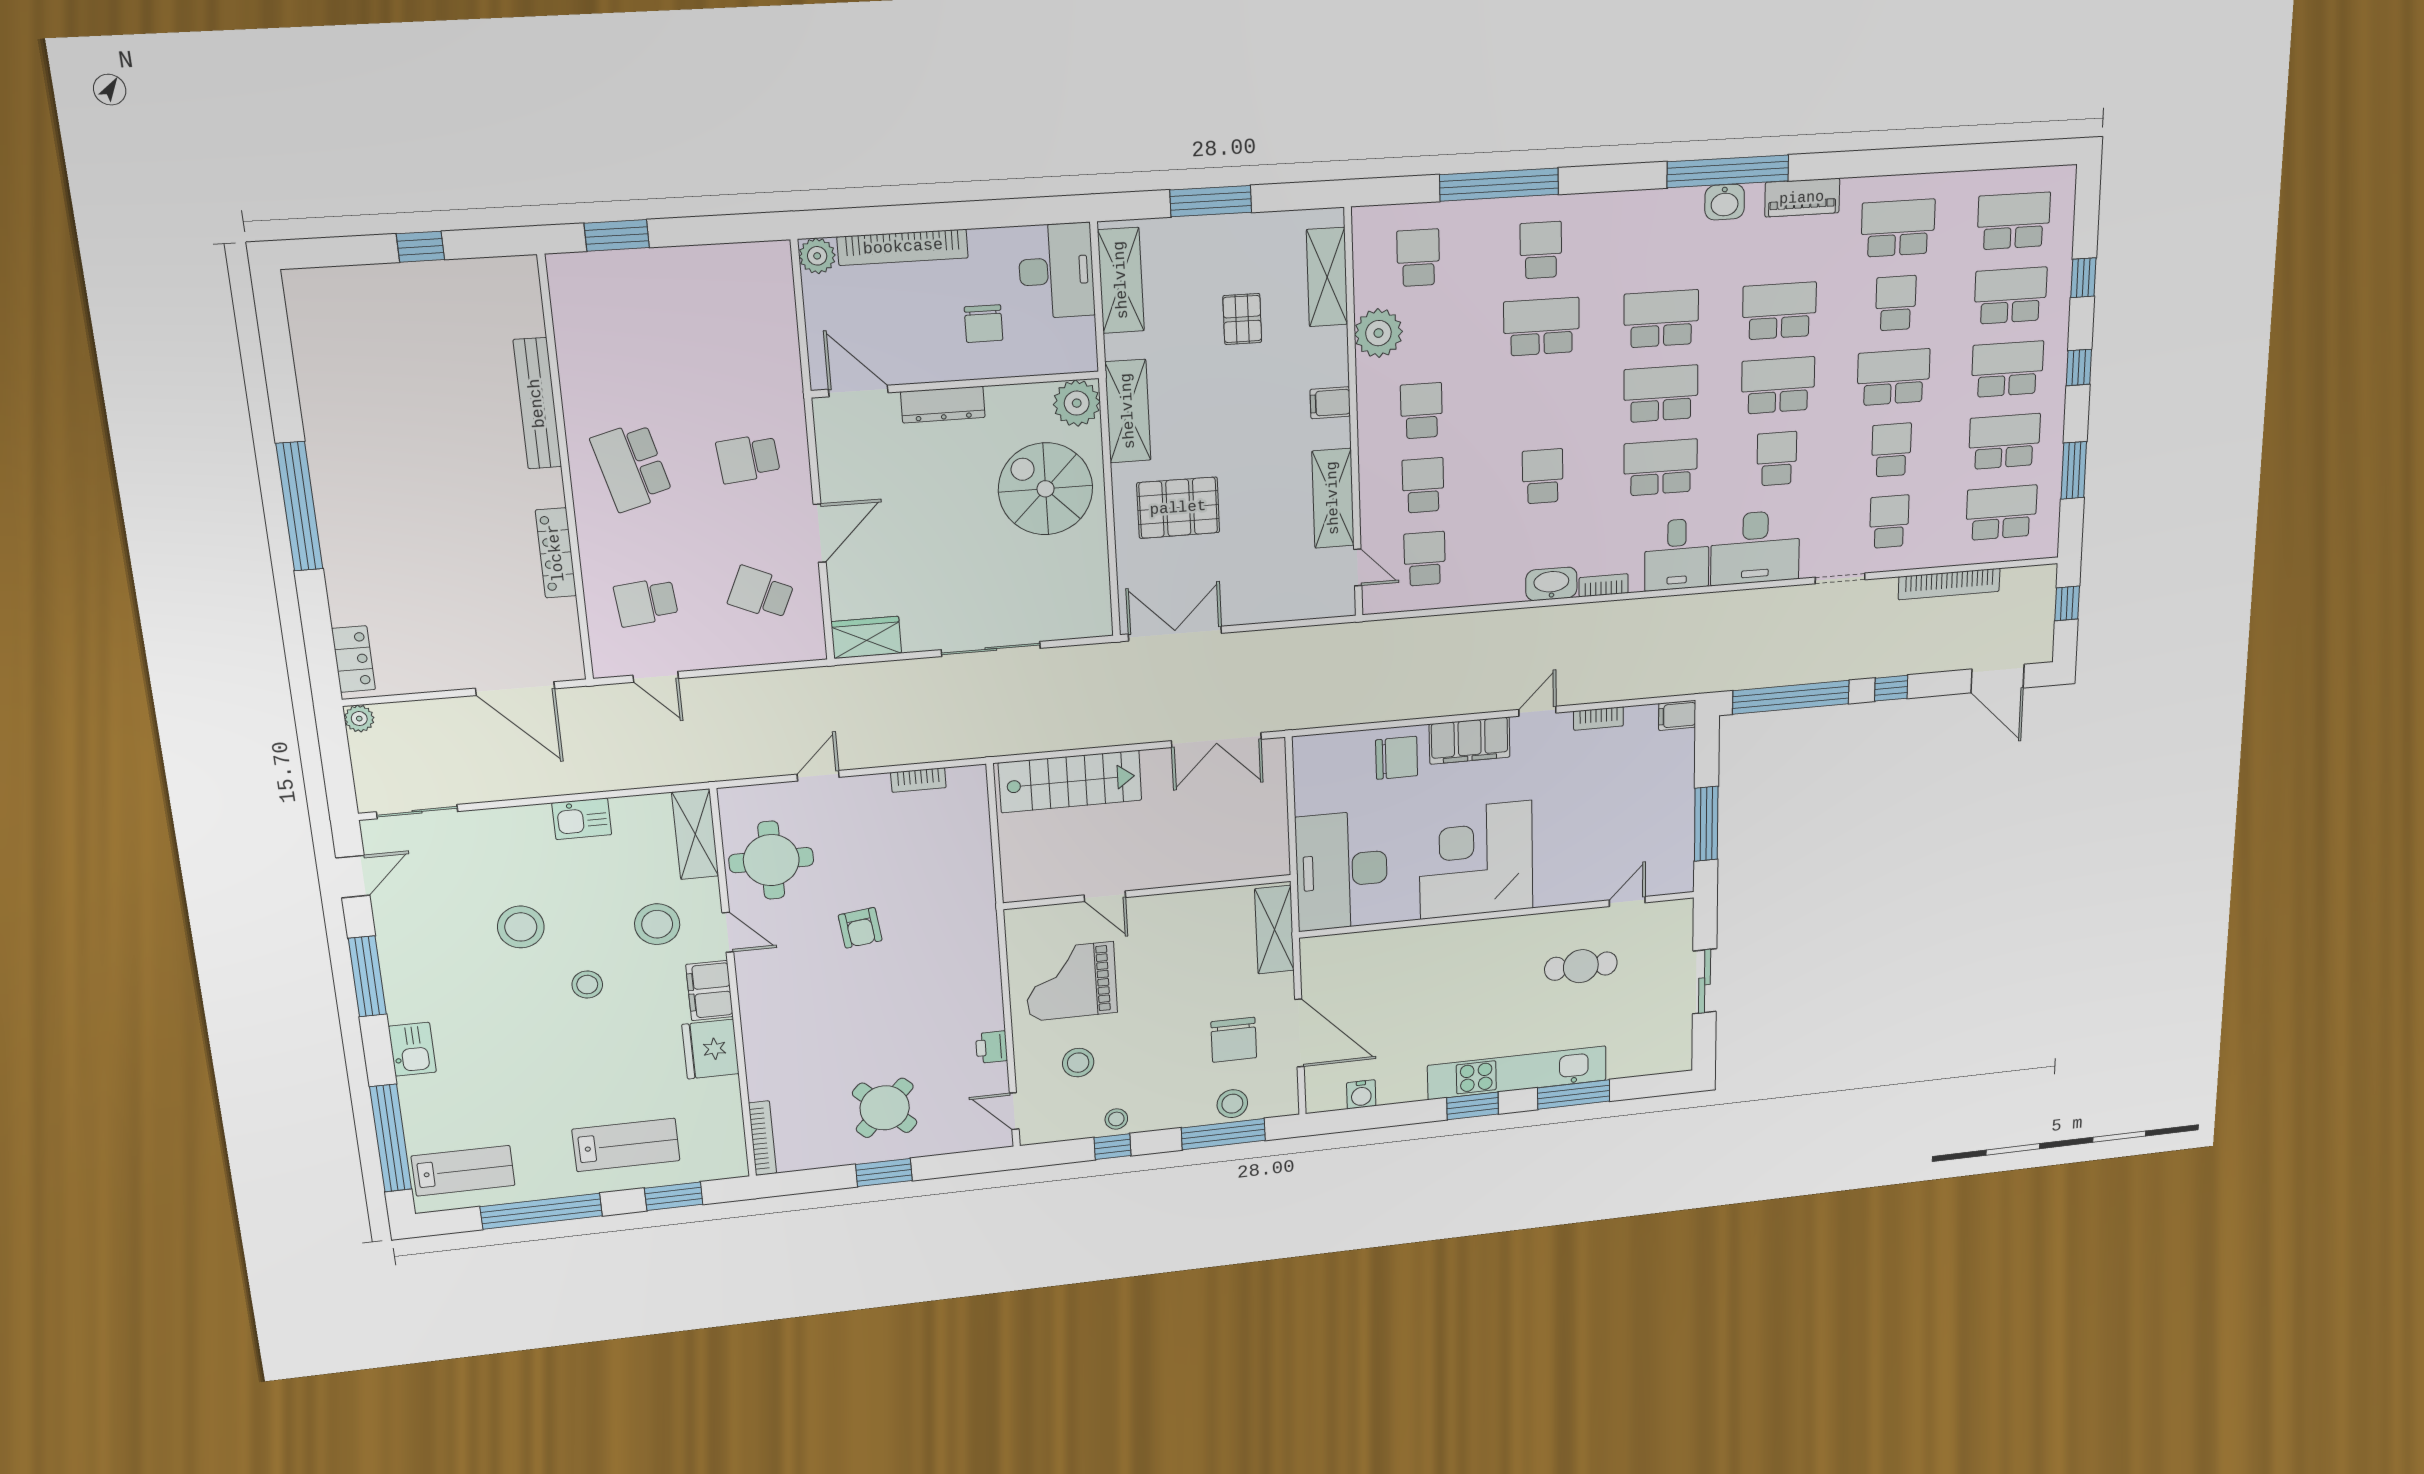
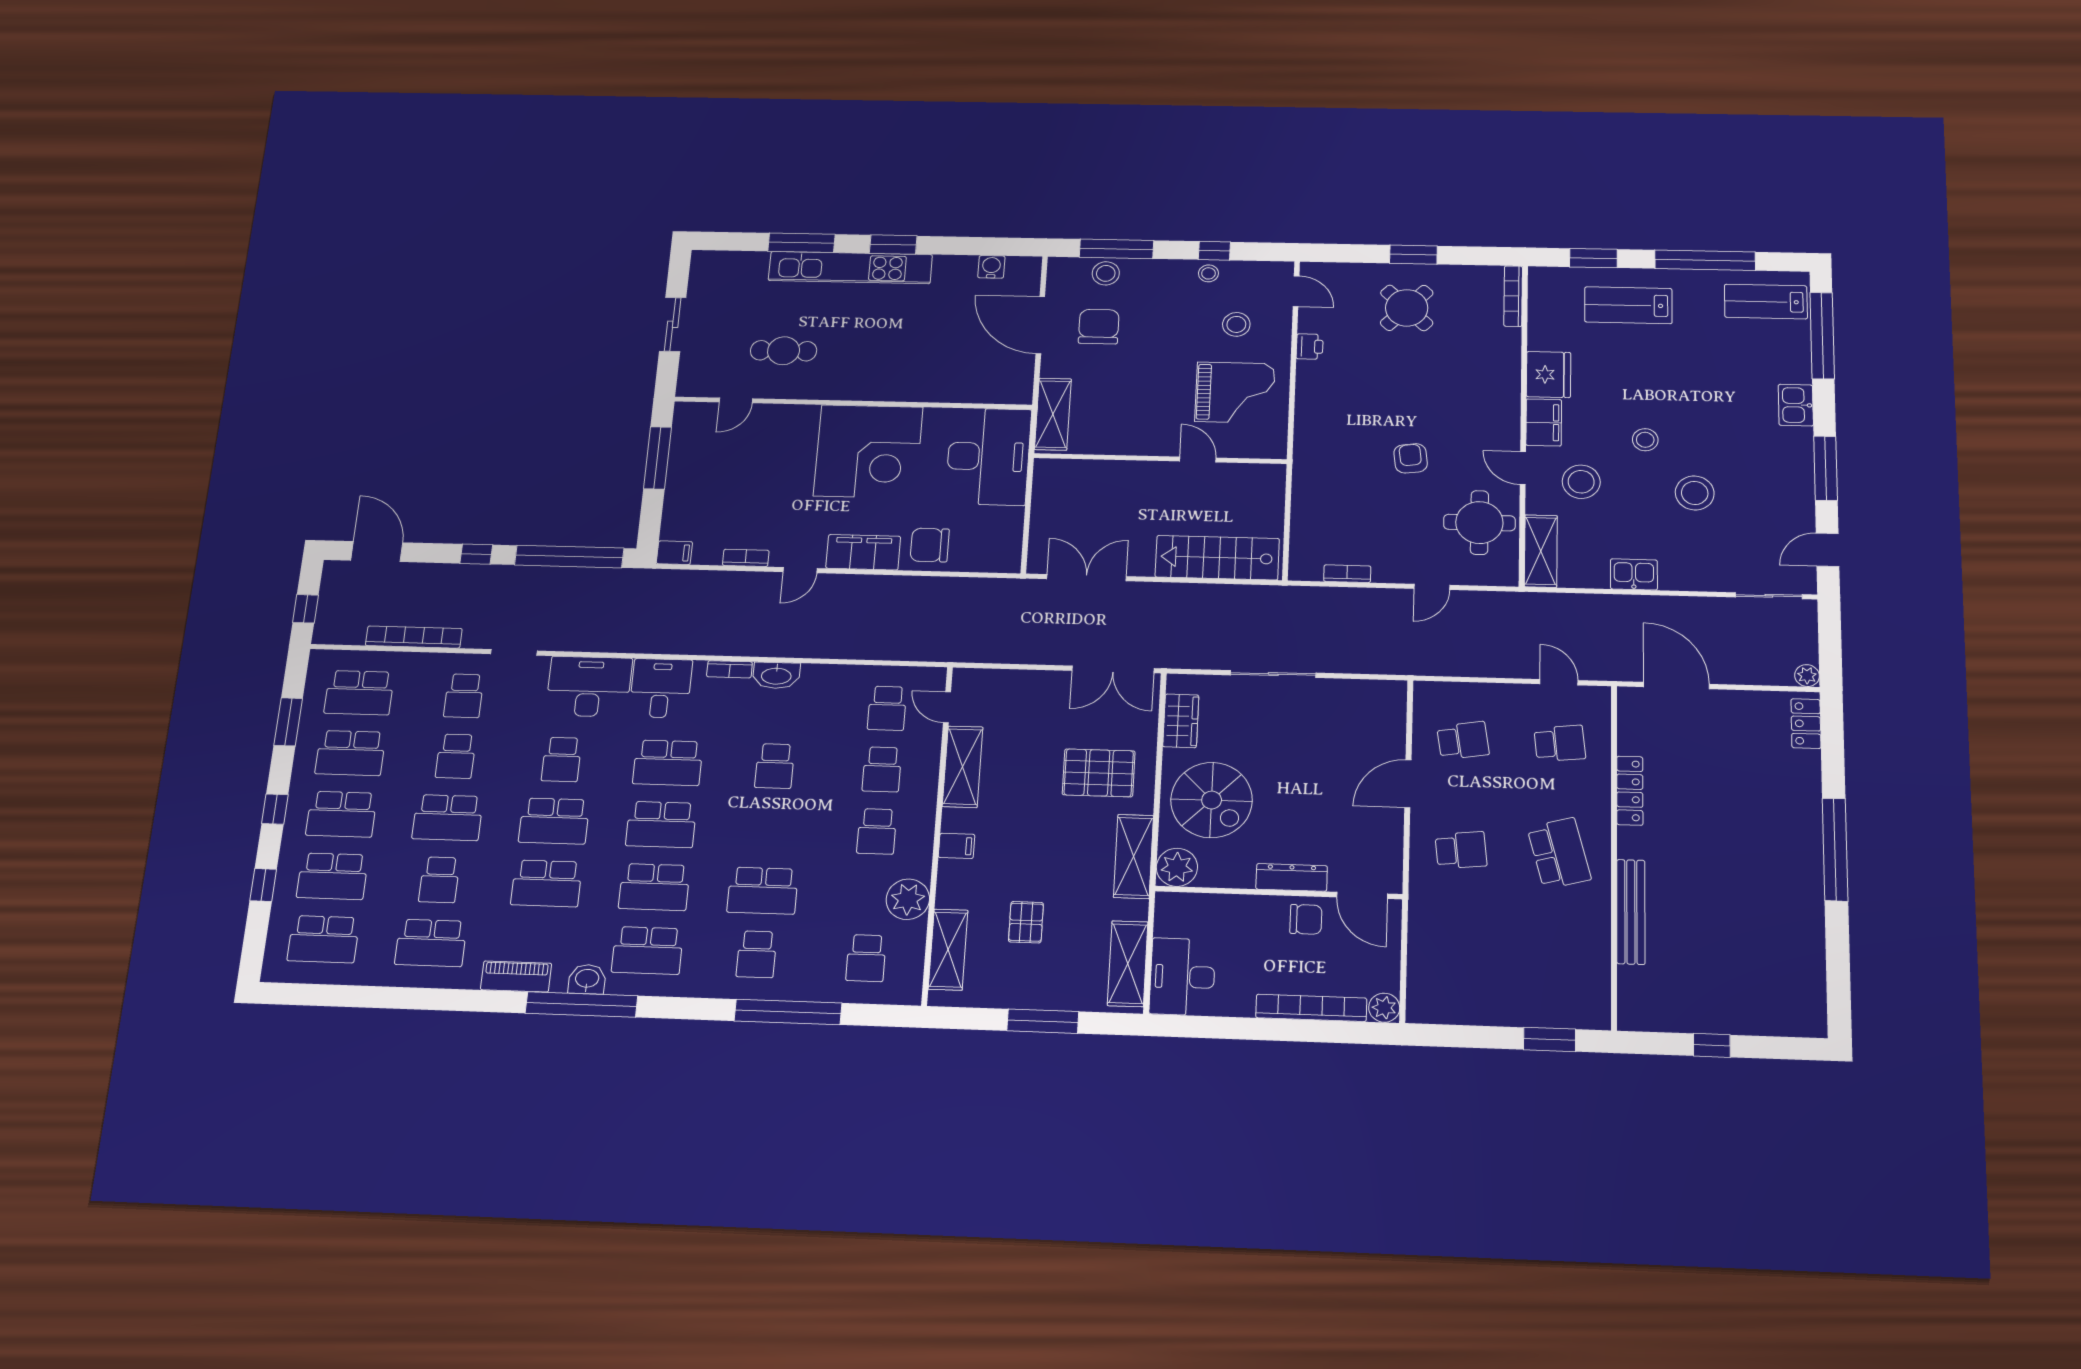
school desk: (1662, 243) -> (647, 950), added
chair: (984, 324) -> (1306, 919), moved, turned 90
school desk: (761, 593) -> (1463, 740), turned -33
wardrobe: (866, 637) -> (1181, 721), moved, turned -90

